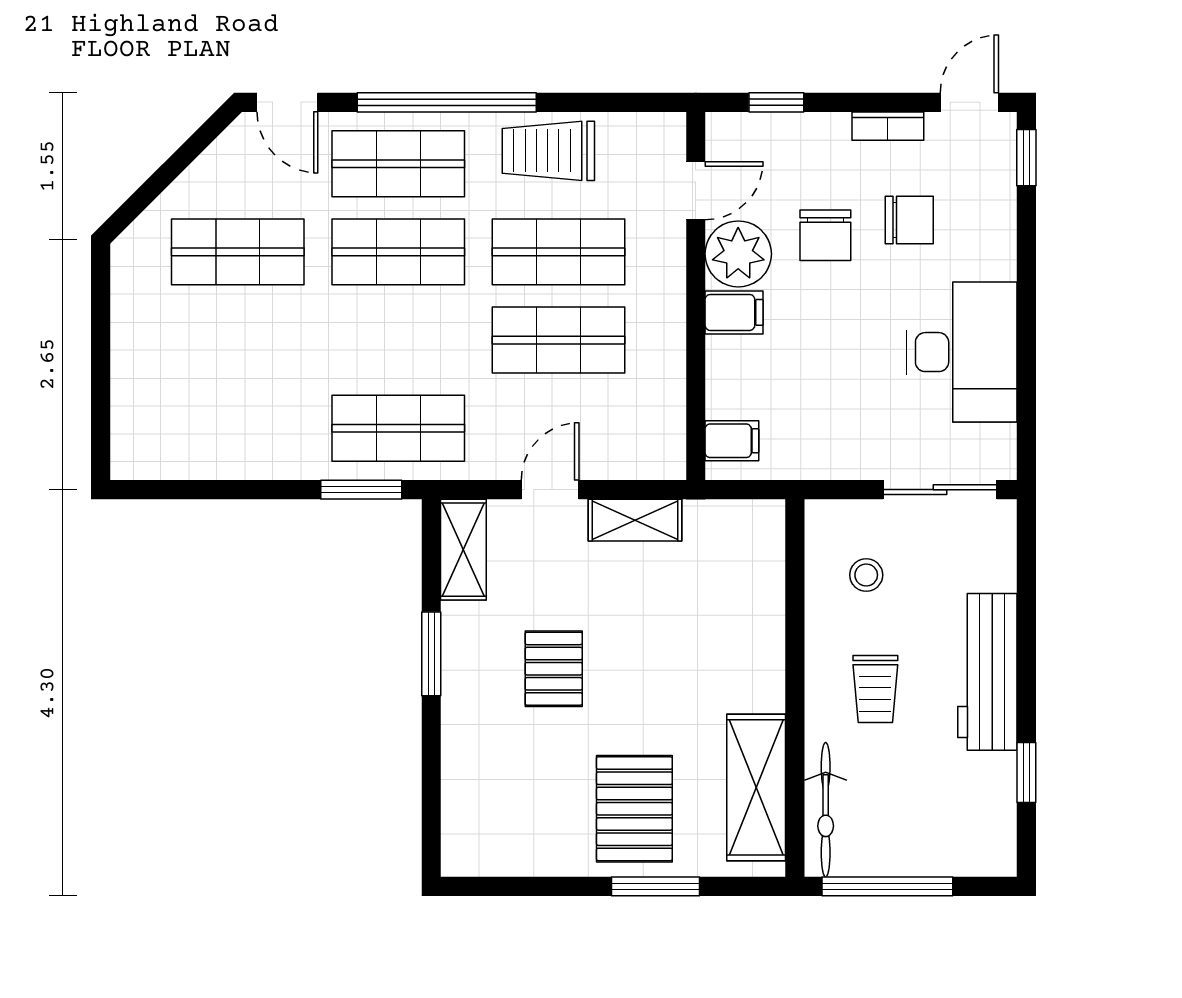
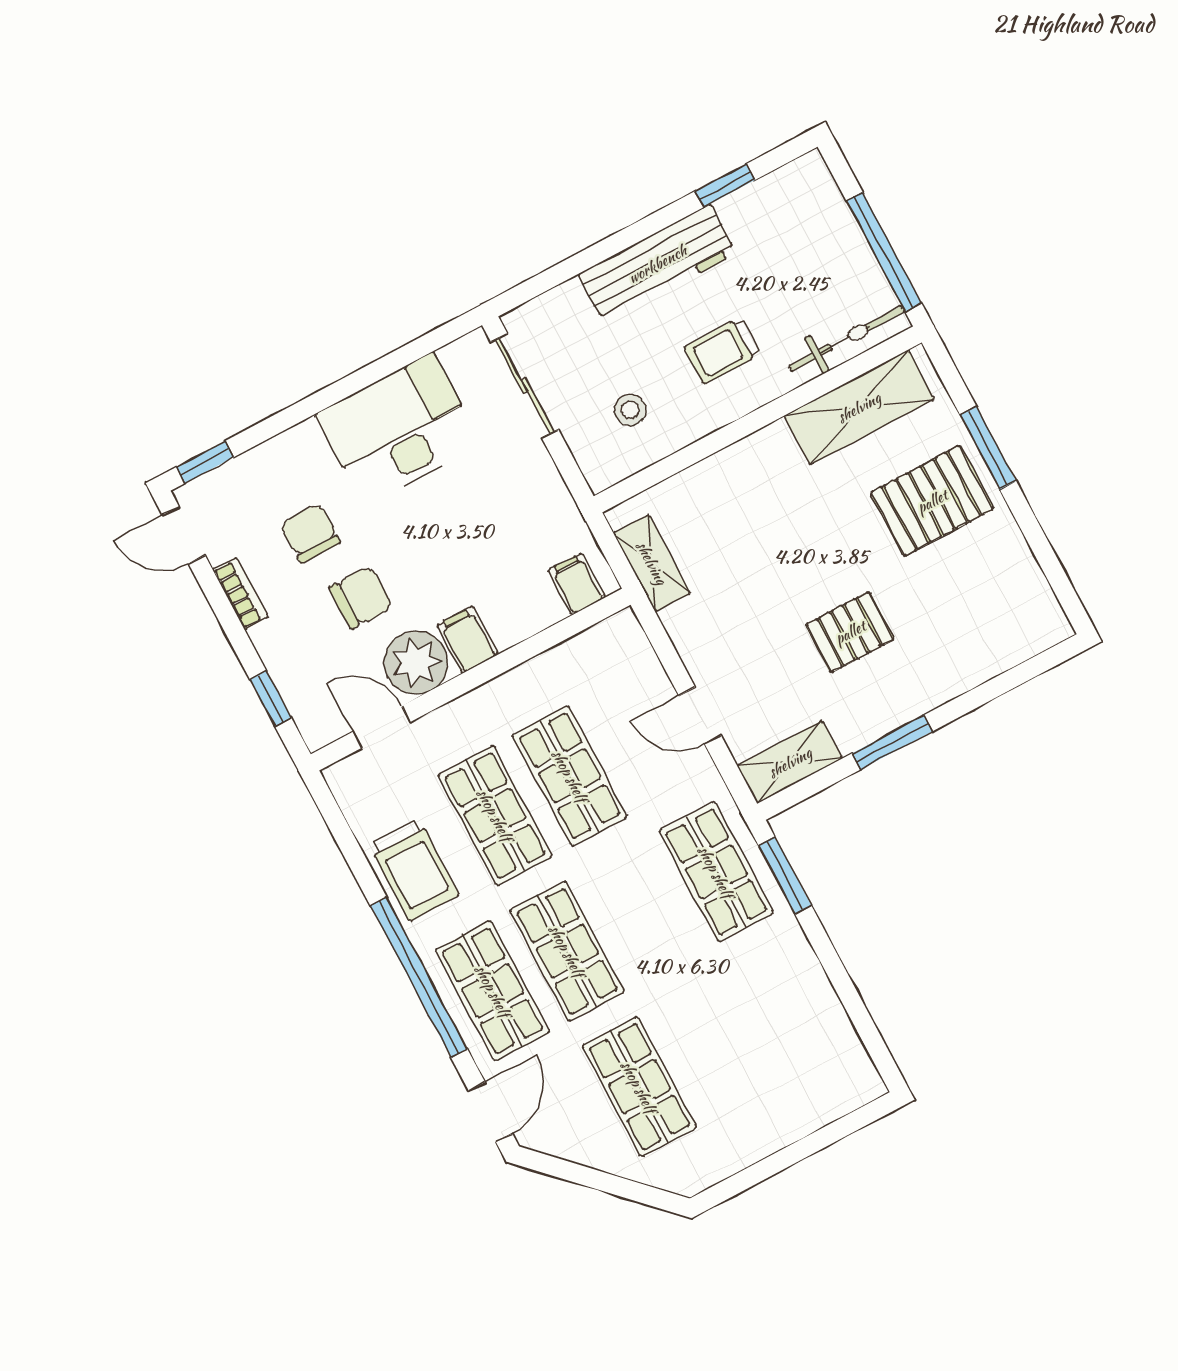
shelving: (635, 520) -> (652, 563), moved
trolley: (875, 689) -> (722, 351), turned 180

